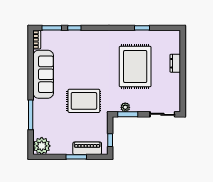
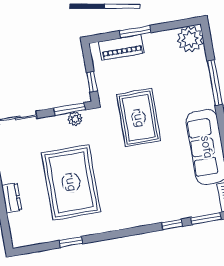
rug: (84, 101) -> (139, 118), turned 90
window: (110, 140) -> (92, 82), moved

